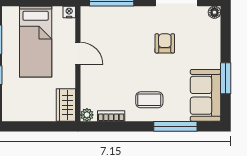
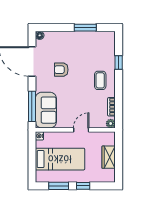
door: (78, 53) -> (81, 130), moved
sofa: (206, 95) -> (46, 110), moved, turned -90
wardrobe: (66, 105) -> (109, 157), moved, turned 90
window: (175, 126) -> (119, 62), width x0.46

